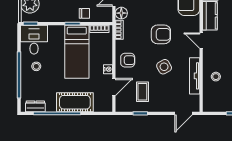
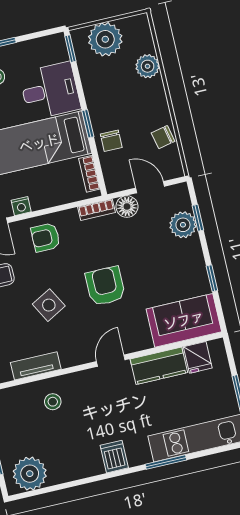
armchair: (161, 34) -> (105, 286), turned 180
desk: (34, 40) -> (50, 91), moved
armchair: (128, 60) -> (46, 237), turned 90
tv unit: (195, 76) -> (36, 366), width x0.71

